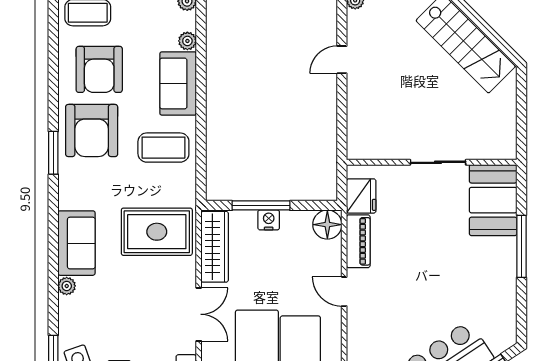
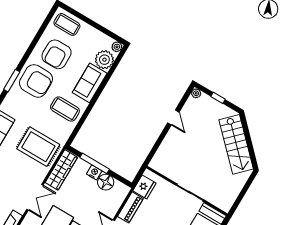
plant: (187, 41) -> (104, 60), width x1.87, depth x1.87
door: (342, 60) -> (173, 117), swing flipped
armchair: (92, 131) -> (36, 81), turned -90
floor lamp: (327, 225) -> (106, 182), moved

